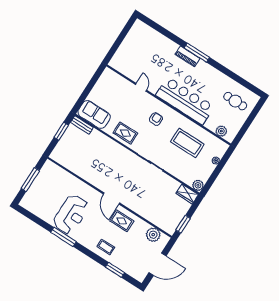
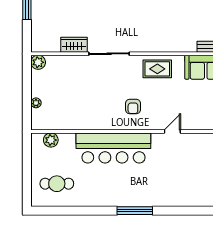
piano: (188, 56) -> (143, 200), removed
door: (141, 87) -> (172, 131), swing flipped
coffee table: (187, 143) -> (81, 102), removed
wardrobe: (187, 194) -> (74, 45), moved

